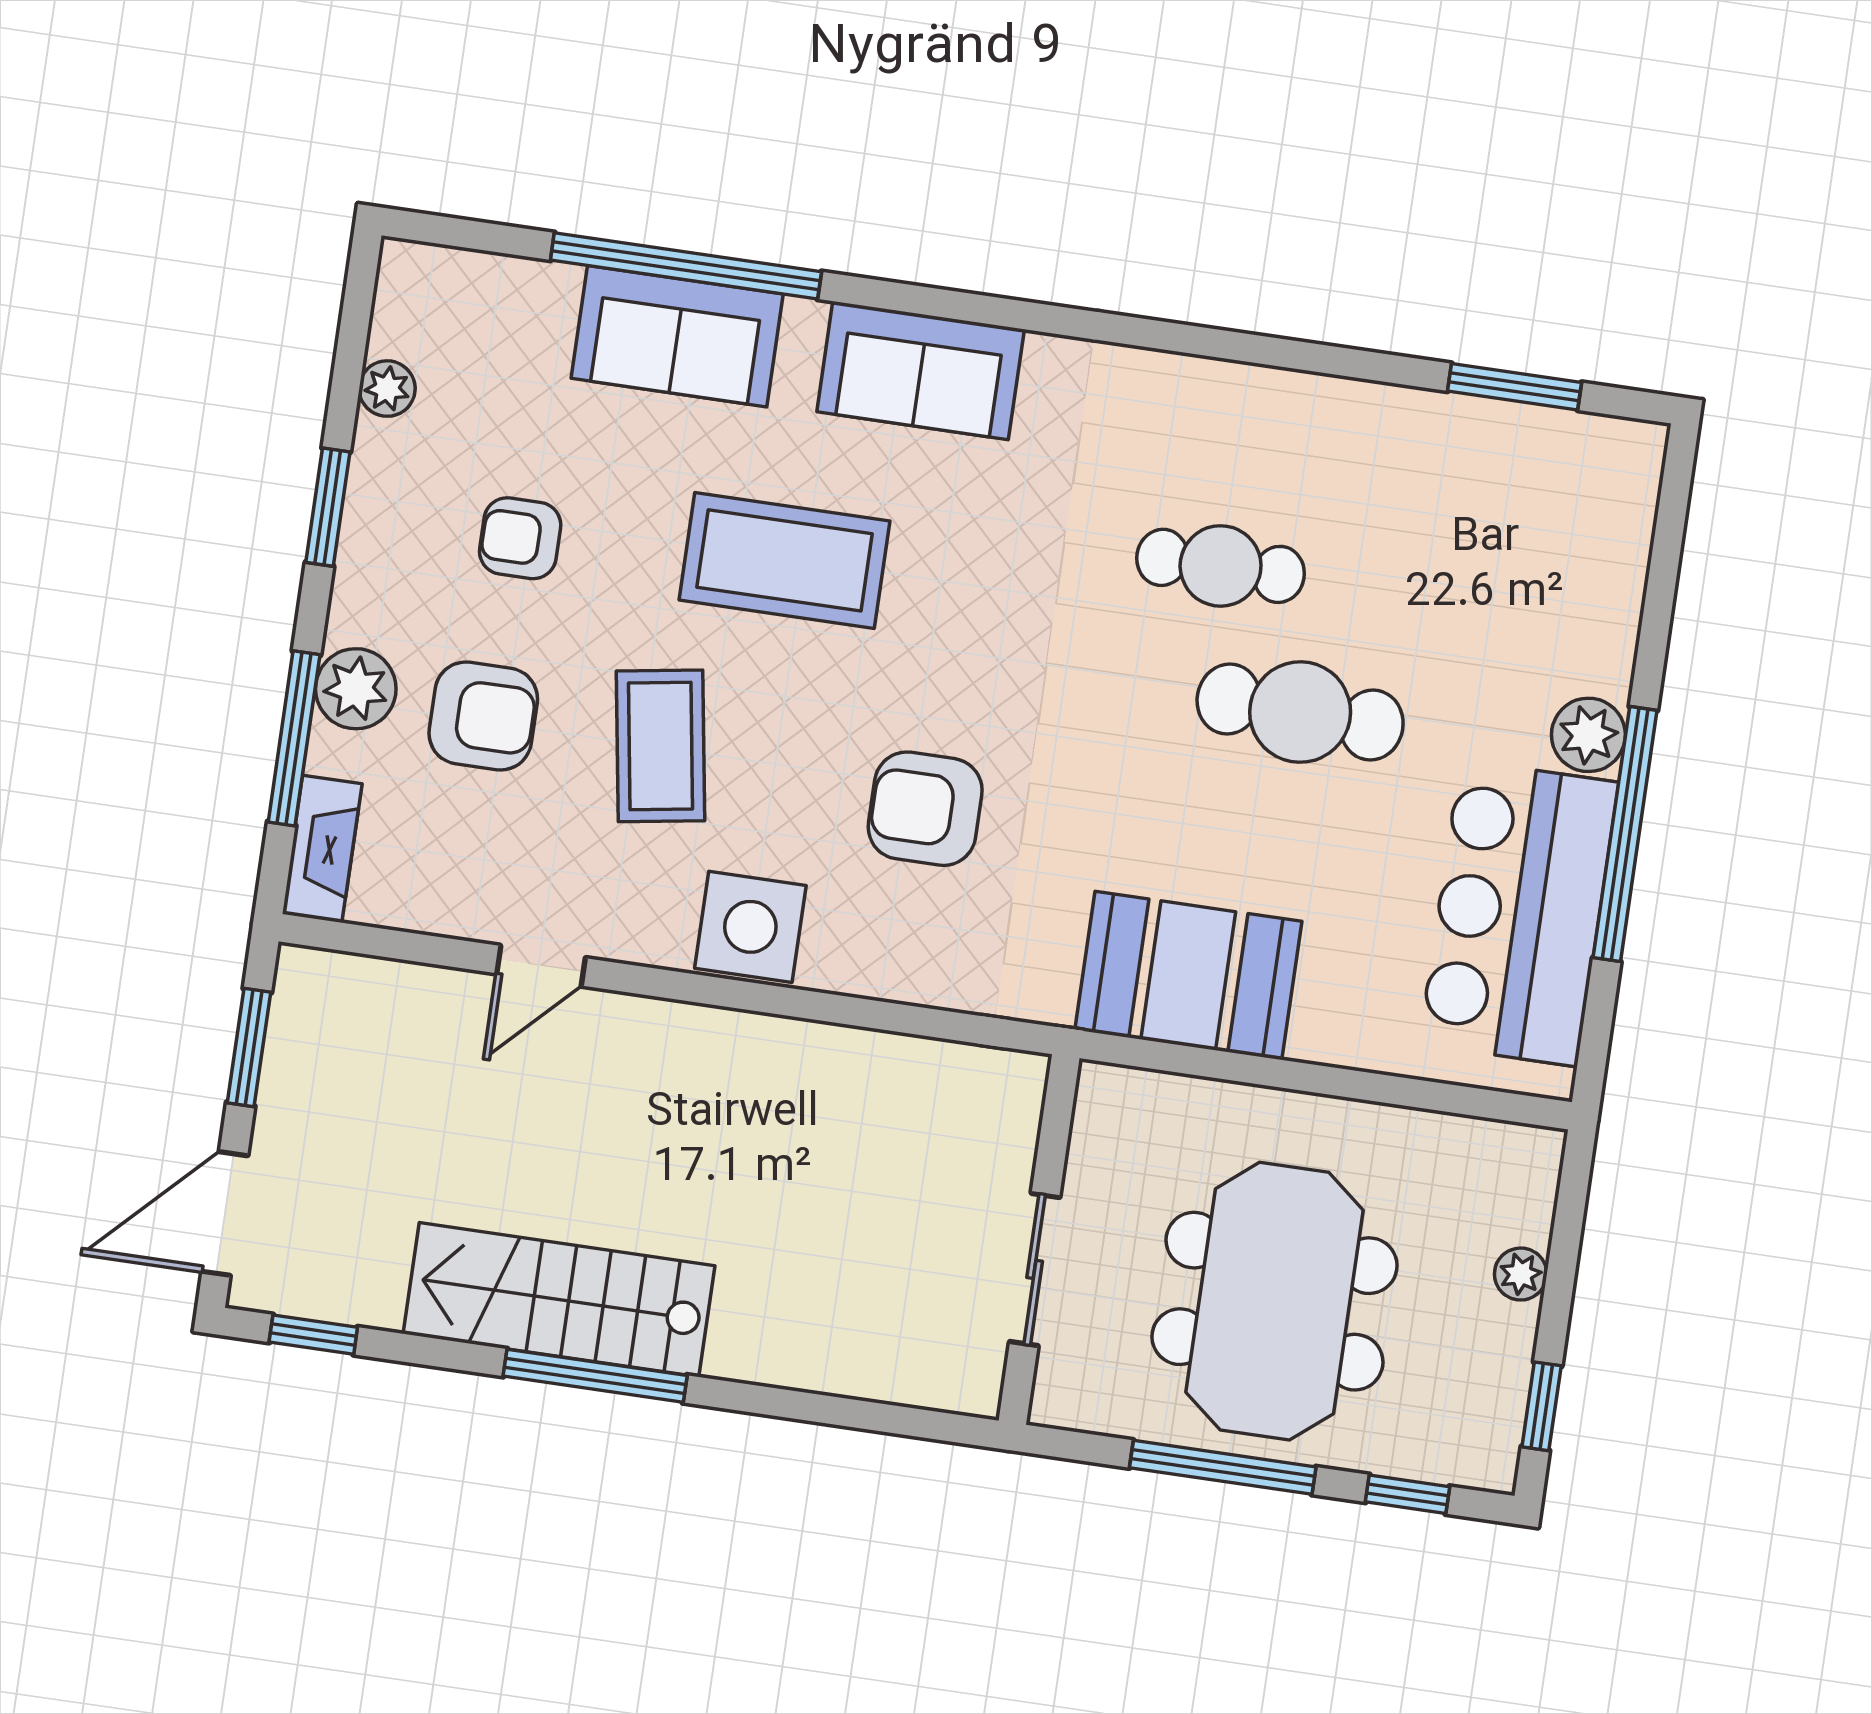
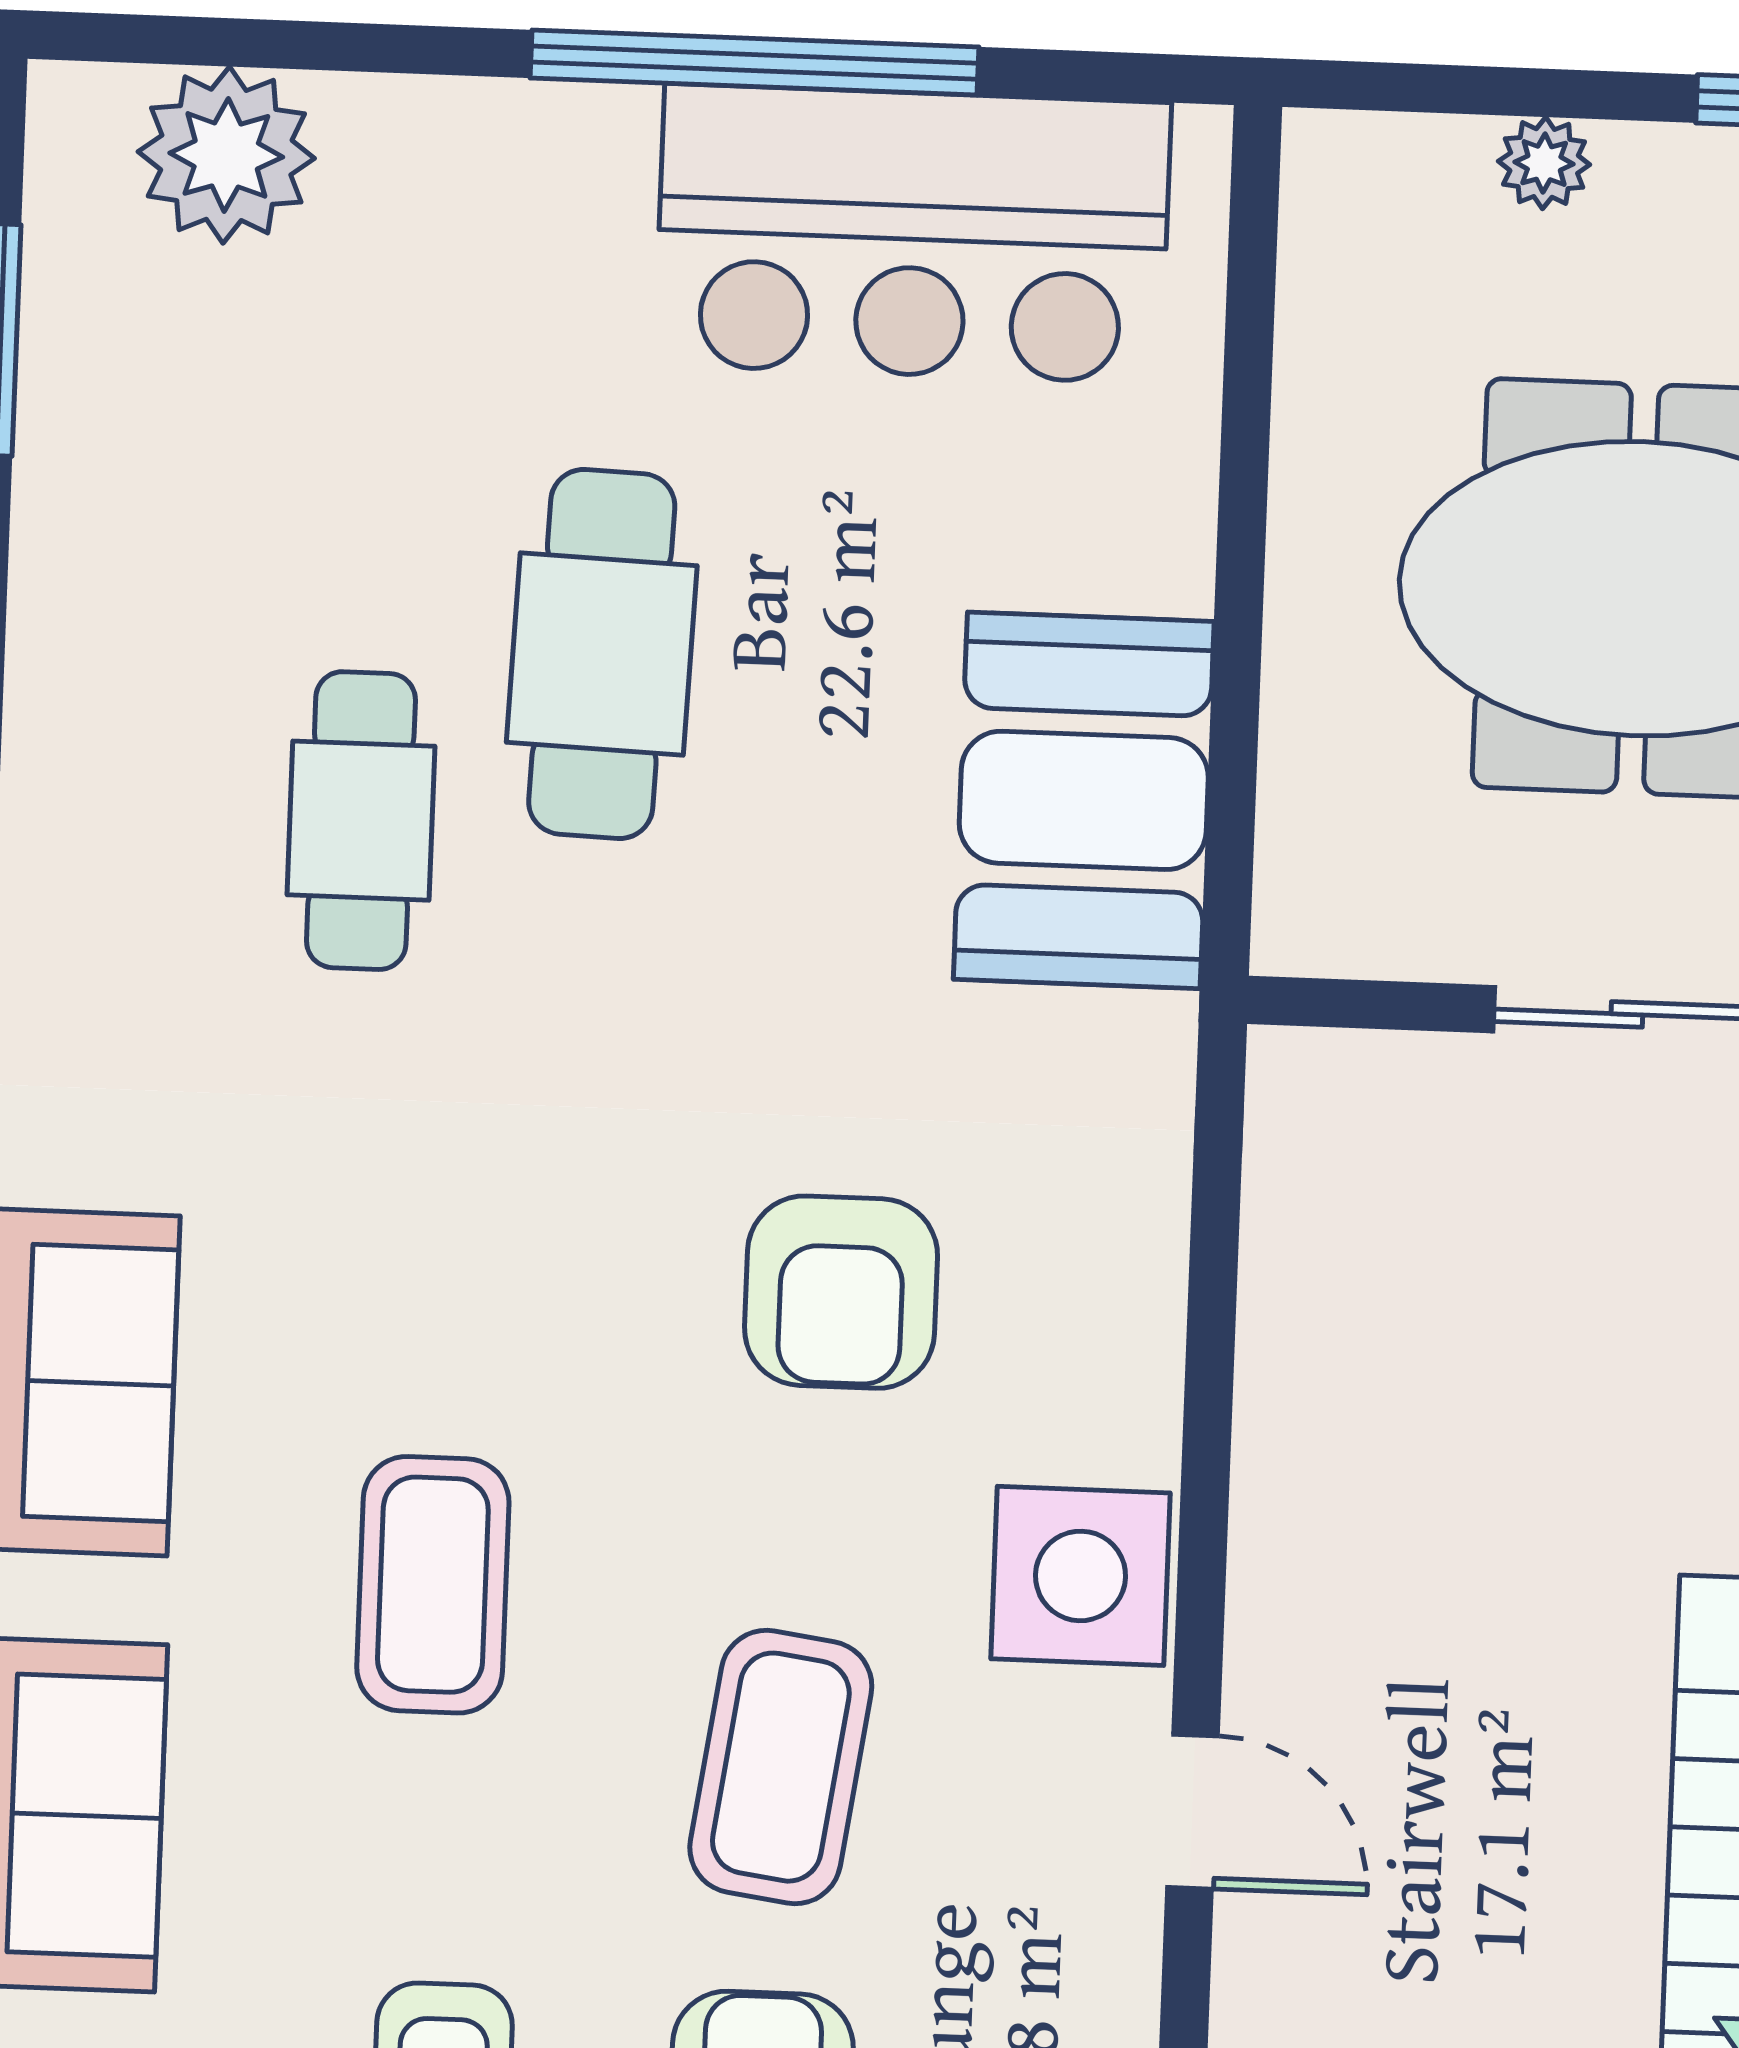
coffee table: (785, 560) -> (433, 1585), width x0.73, depth x0.76
plant: (1588, 735) -> (226, 155), moved, width x1.36, depth x1.36
coffee table: (661, 746) -> (781, 1767), turned -73
door: (541, 966) -> (1193, 1812), moved

